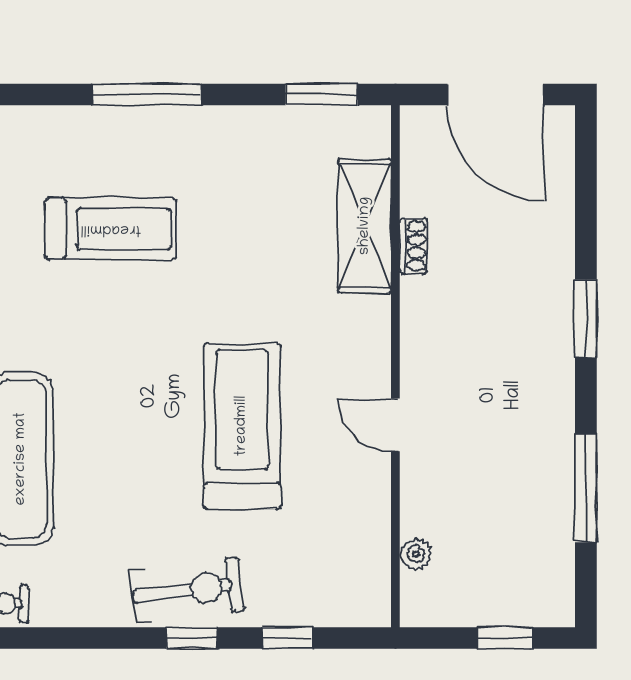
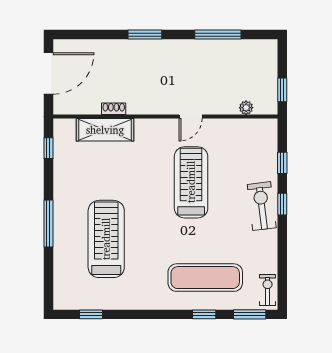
window: (322, 94) -> (48, 148), width x0.67
treadmill: (111, 229) -> (106, 239), width x1.37, depth x1.38
treadmill: (242, 426) -> (191, 182), turned 90
window: (505, 638) -> (282, 90), moved

